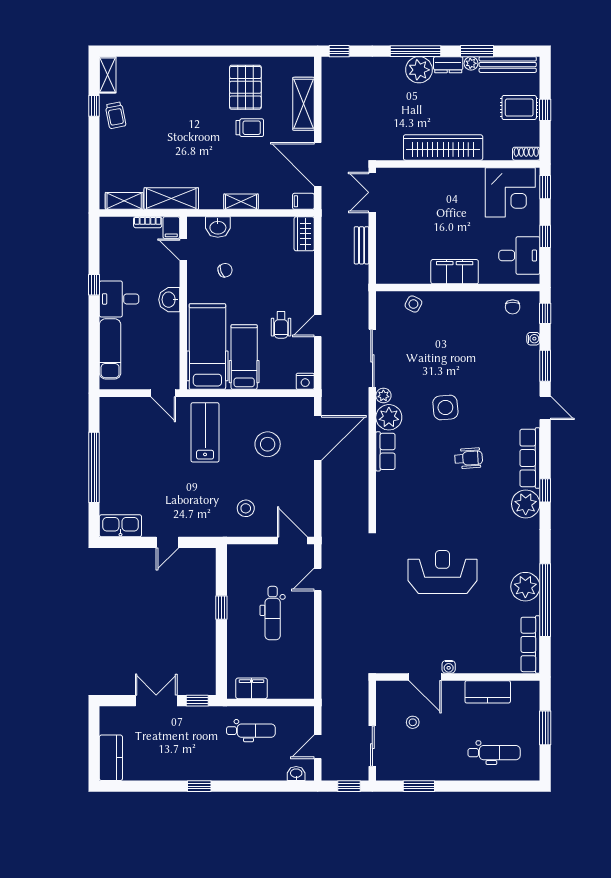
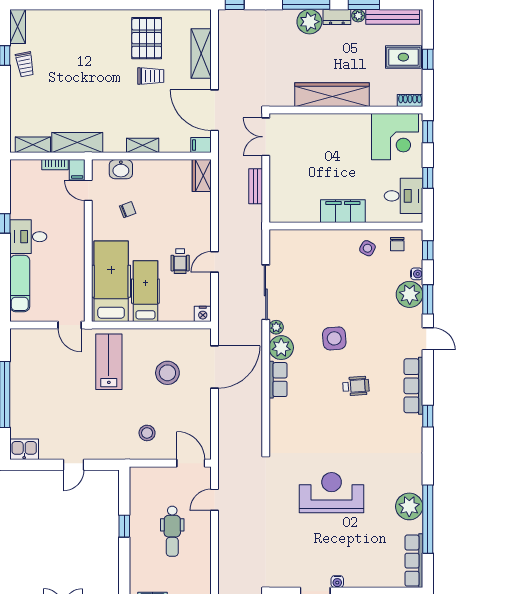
washbasin: (169, 300) -> (75, 237), removed
side table: (413, 304) -> (367, 248), moved
plant: (526, 504) -> (410, 294), moved
kitchen sink: (120, 526) -> (24, 449), width x0.73

